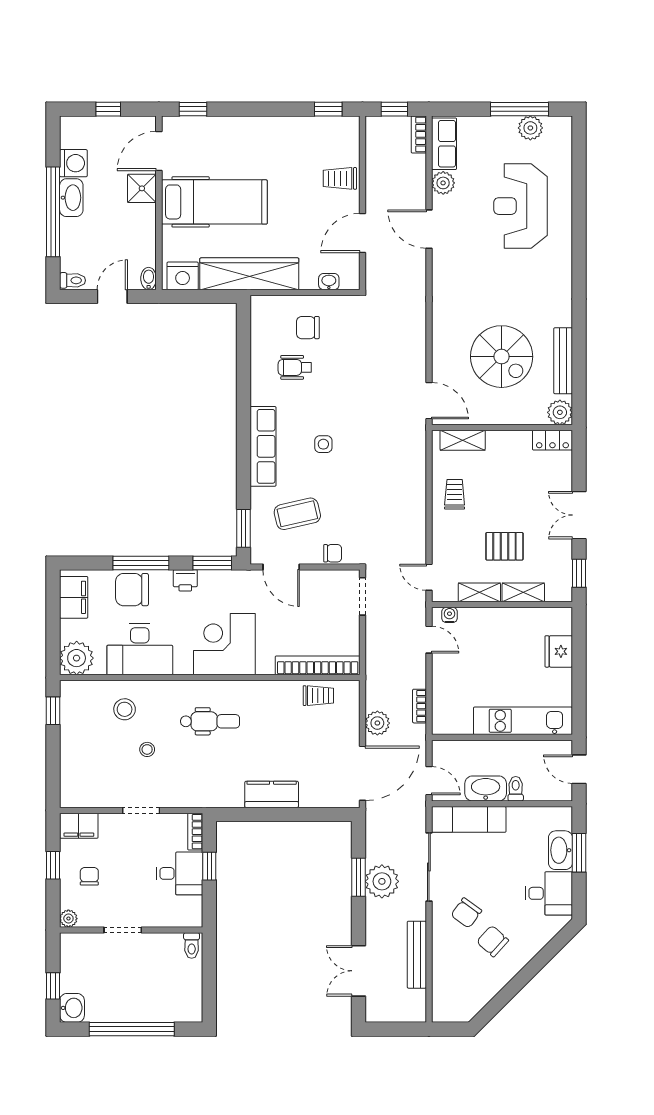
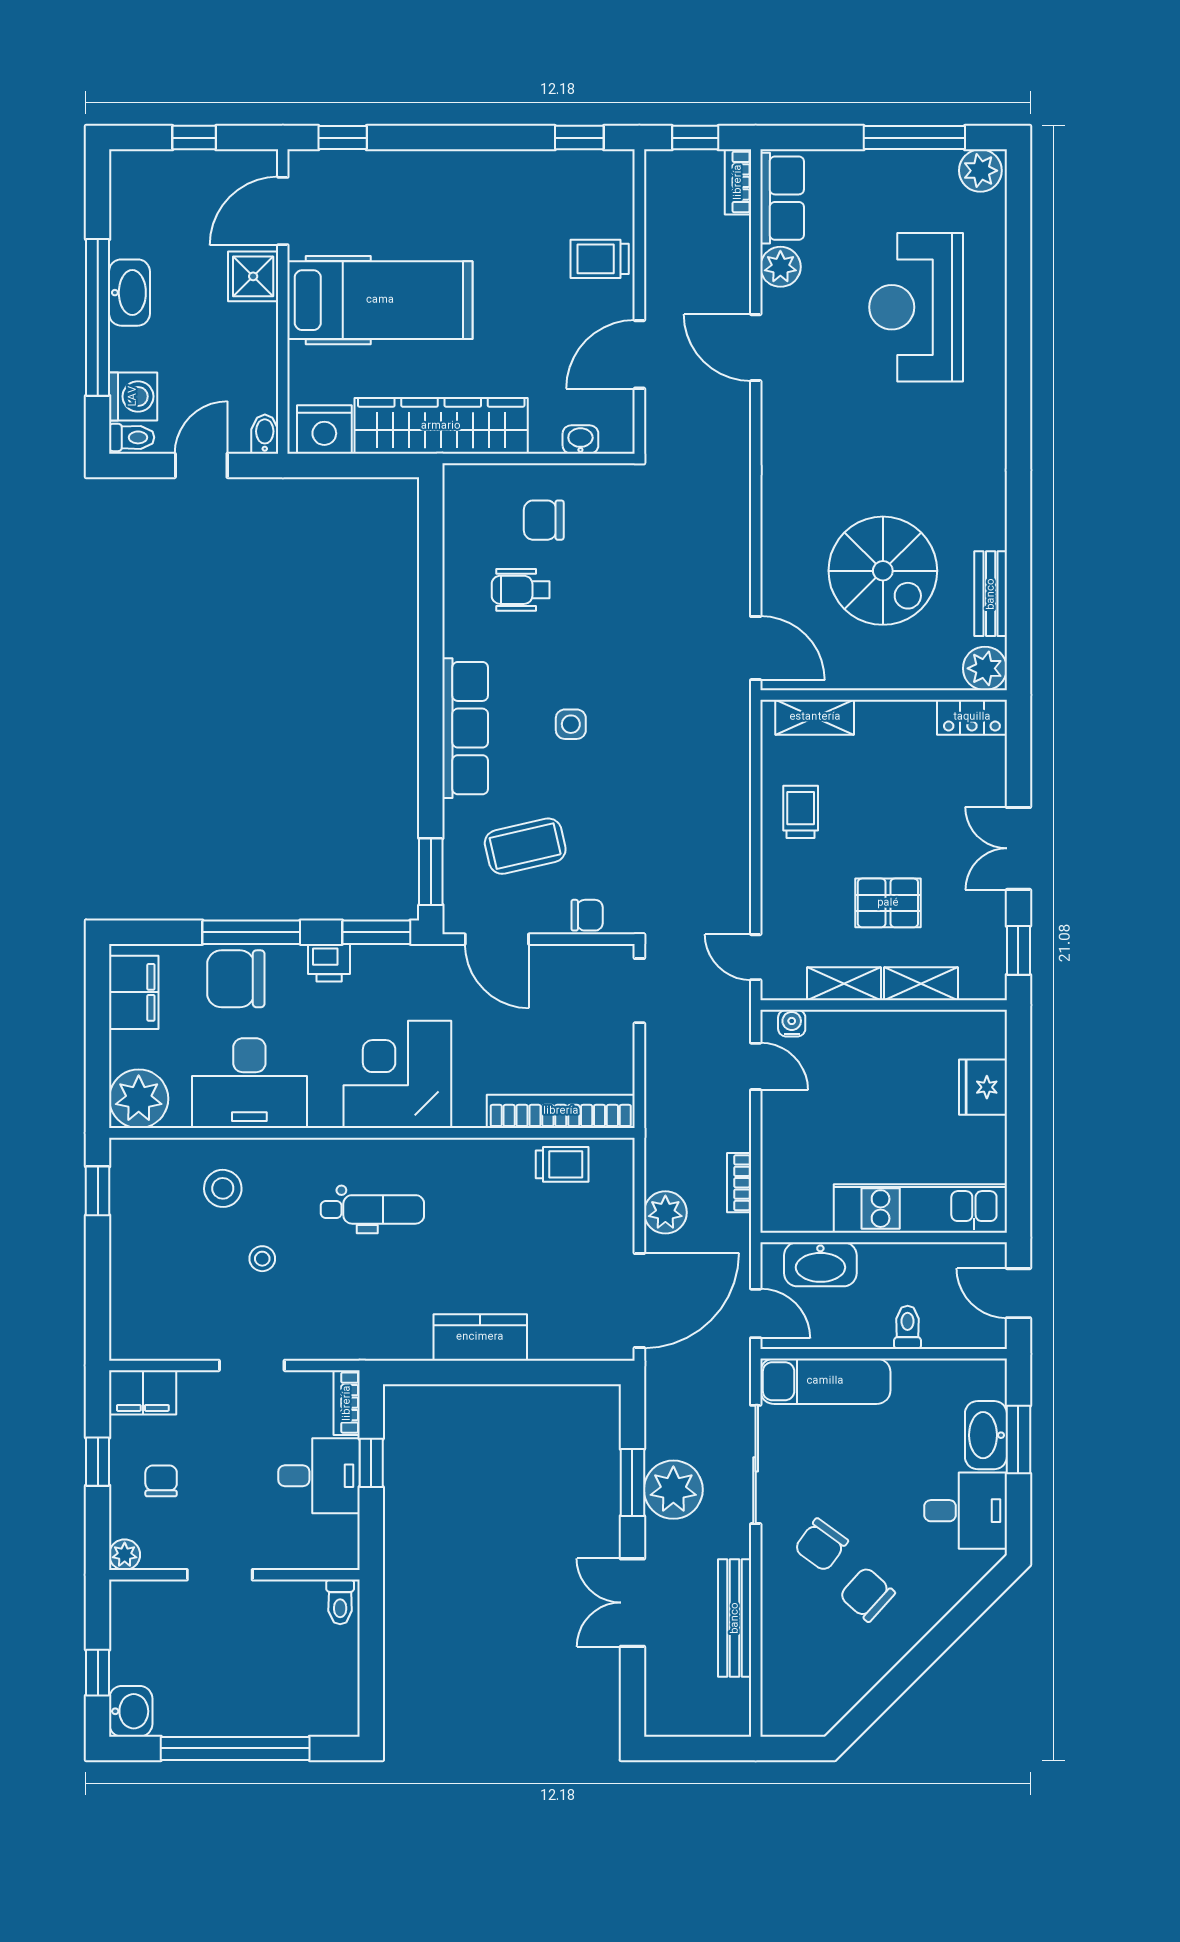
plant: (530, 128) -> (980, 171), moved
washing machine: (73, 163) -> (133, 396), moved
bench: (563, 361) -> (991, 594), width x0.73
washbasin: (486, 788) -> (820, 1264), moved, turned 180
double door: (359, 971) -> (632, 1603), moved

